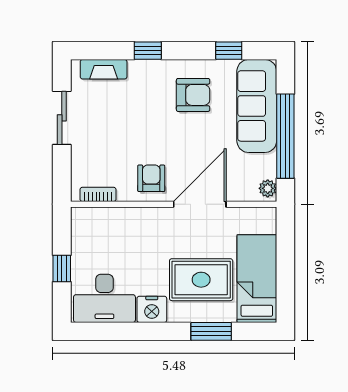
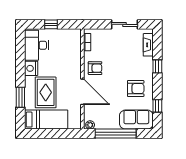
armchair: (193, 95) -> (136, 89), turned -90
sofa: (257, 106) -> (136, 120), width x0.73

